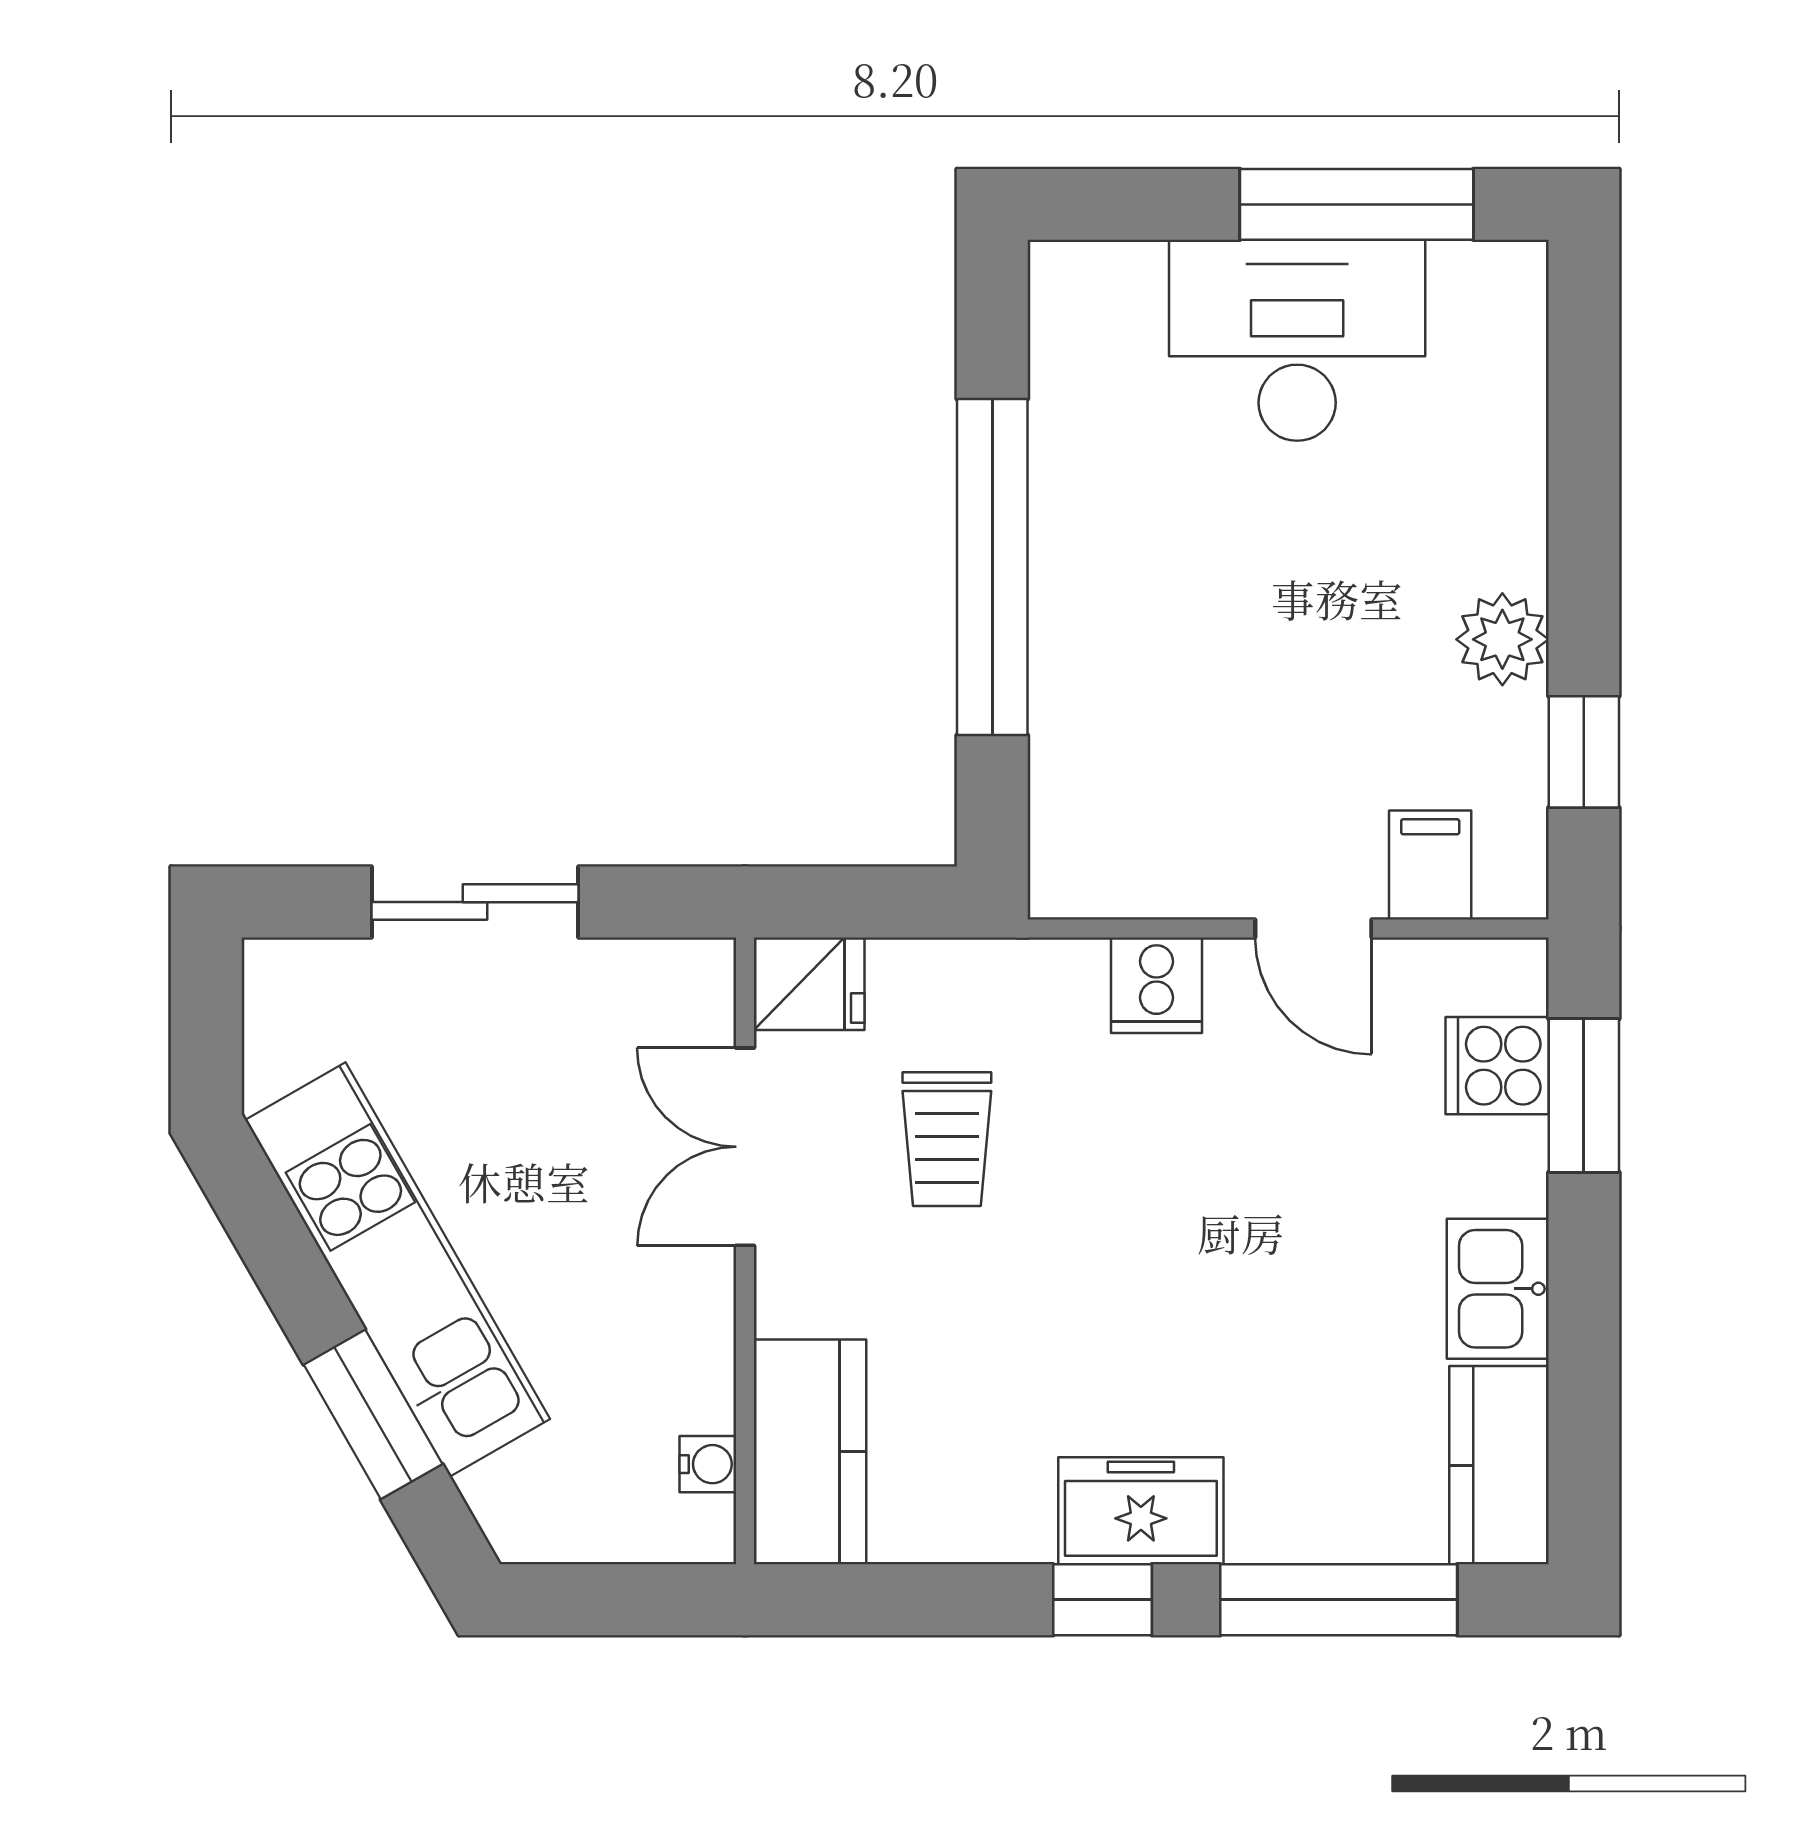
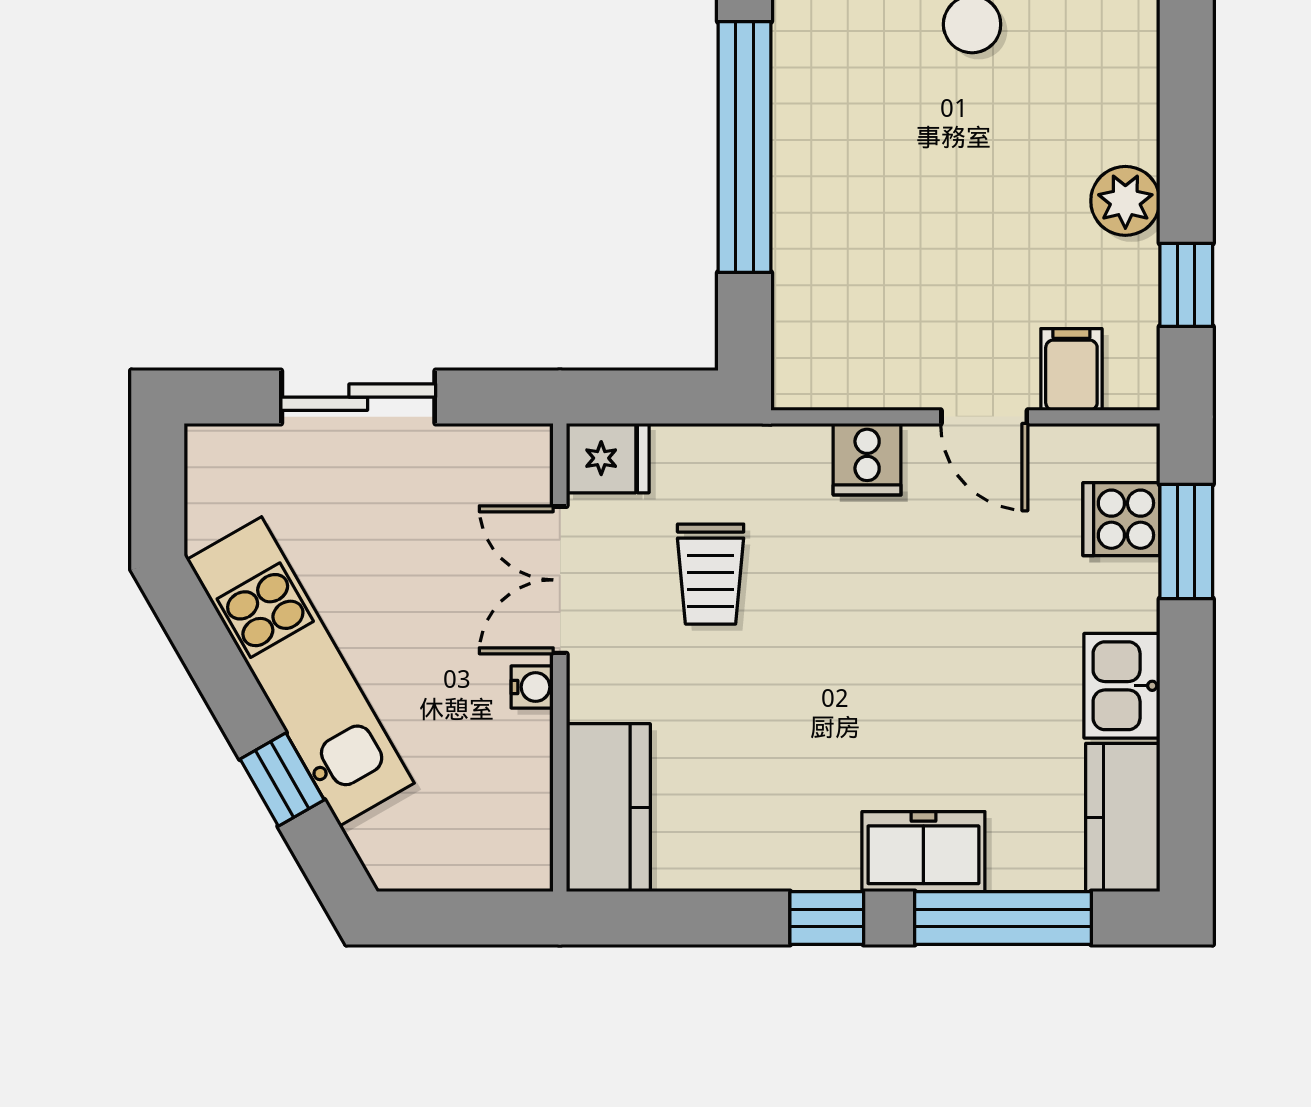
window: (373, 1414) -> (282, 780), width x0.67
water cooler: (708, 1464) -> (532, 687), moved
freezer: (1141, 1511) -> (923, 852), moved

